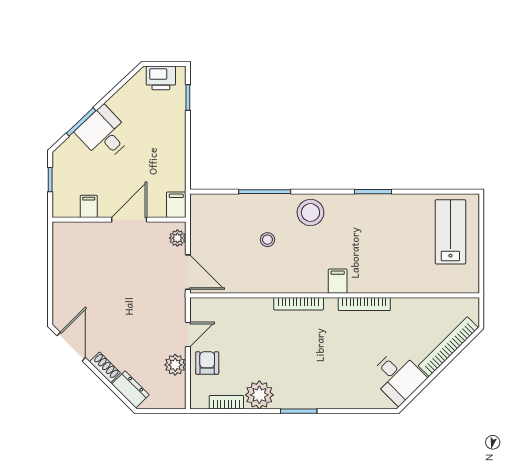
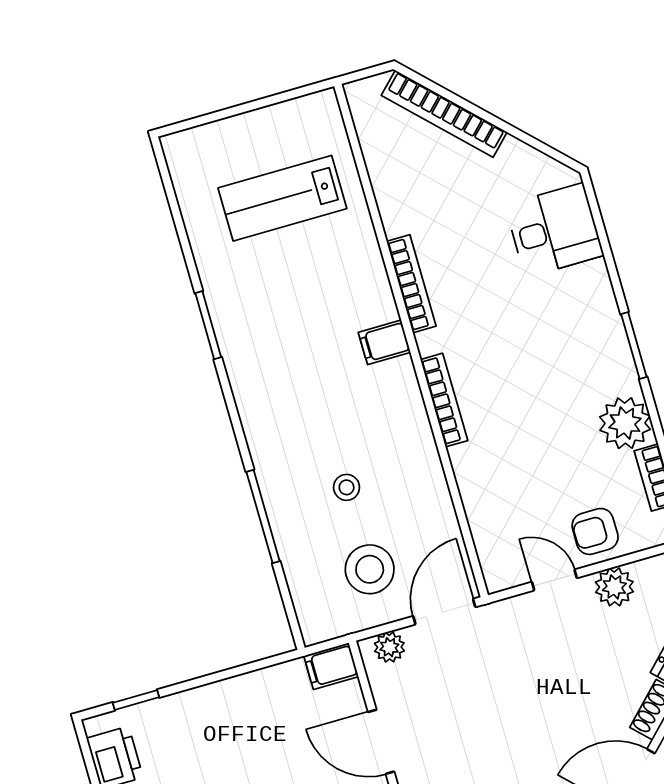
stool: (310, 212) -> (370, 569), moved
lab bench: (450, 232) -> (282, 198), moved
desk: (398, 377) -> (554, 230), moved, turned 45

